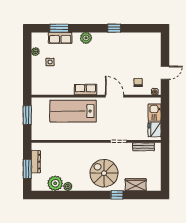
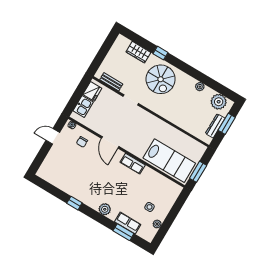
lab bench: (73, 111) -> (169, 161), moved
plant: (55, 183) -> (219, 102), moved

